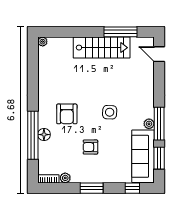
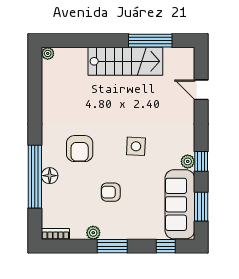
door: (159, 54) -> (201, 90), moved
window: (159, 124) -> (201, 161), width x0.46
plant: (65, 178) -> (93, 233), moved

